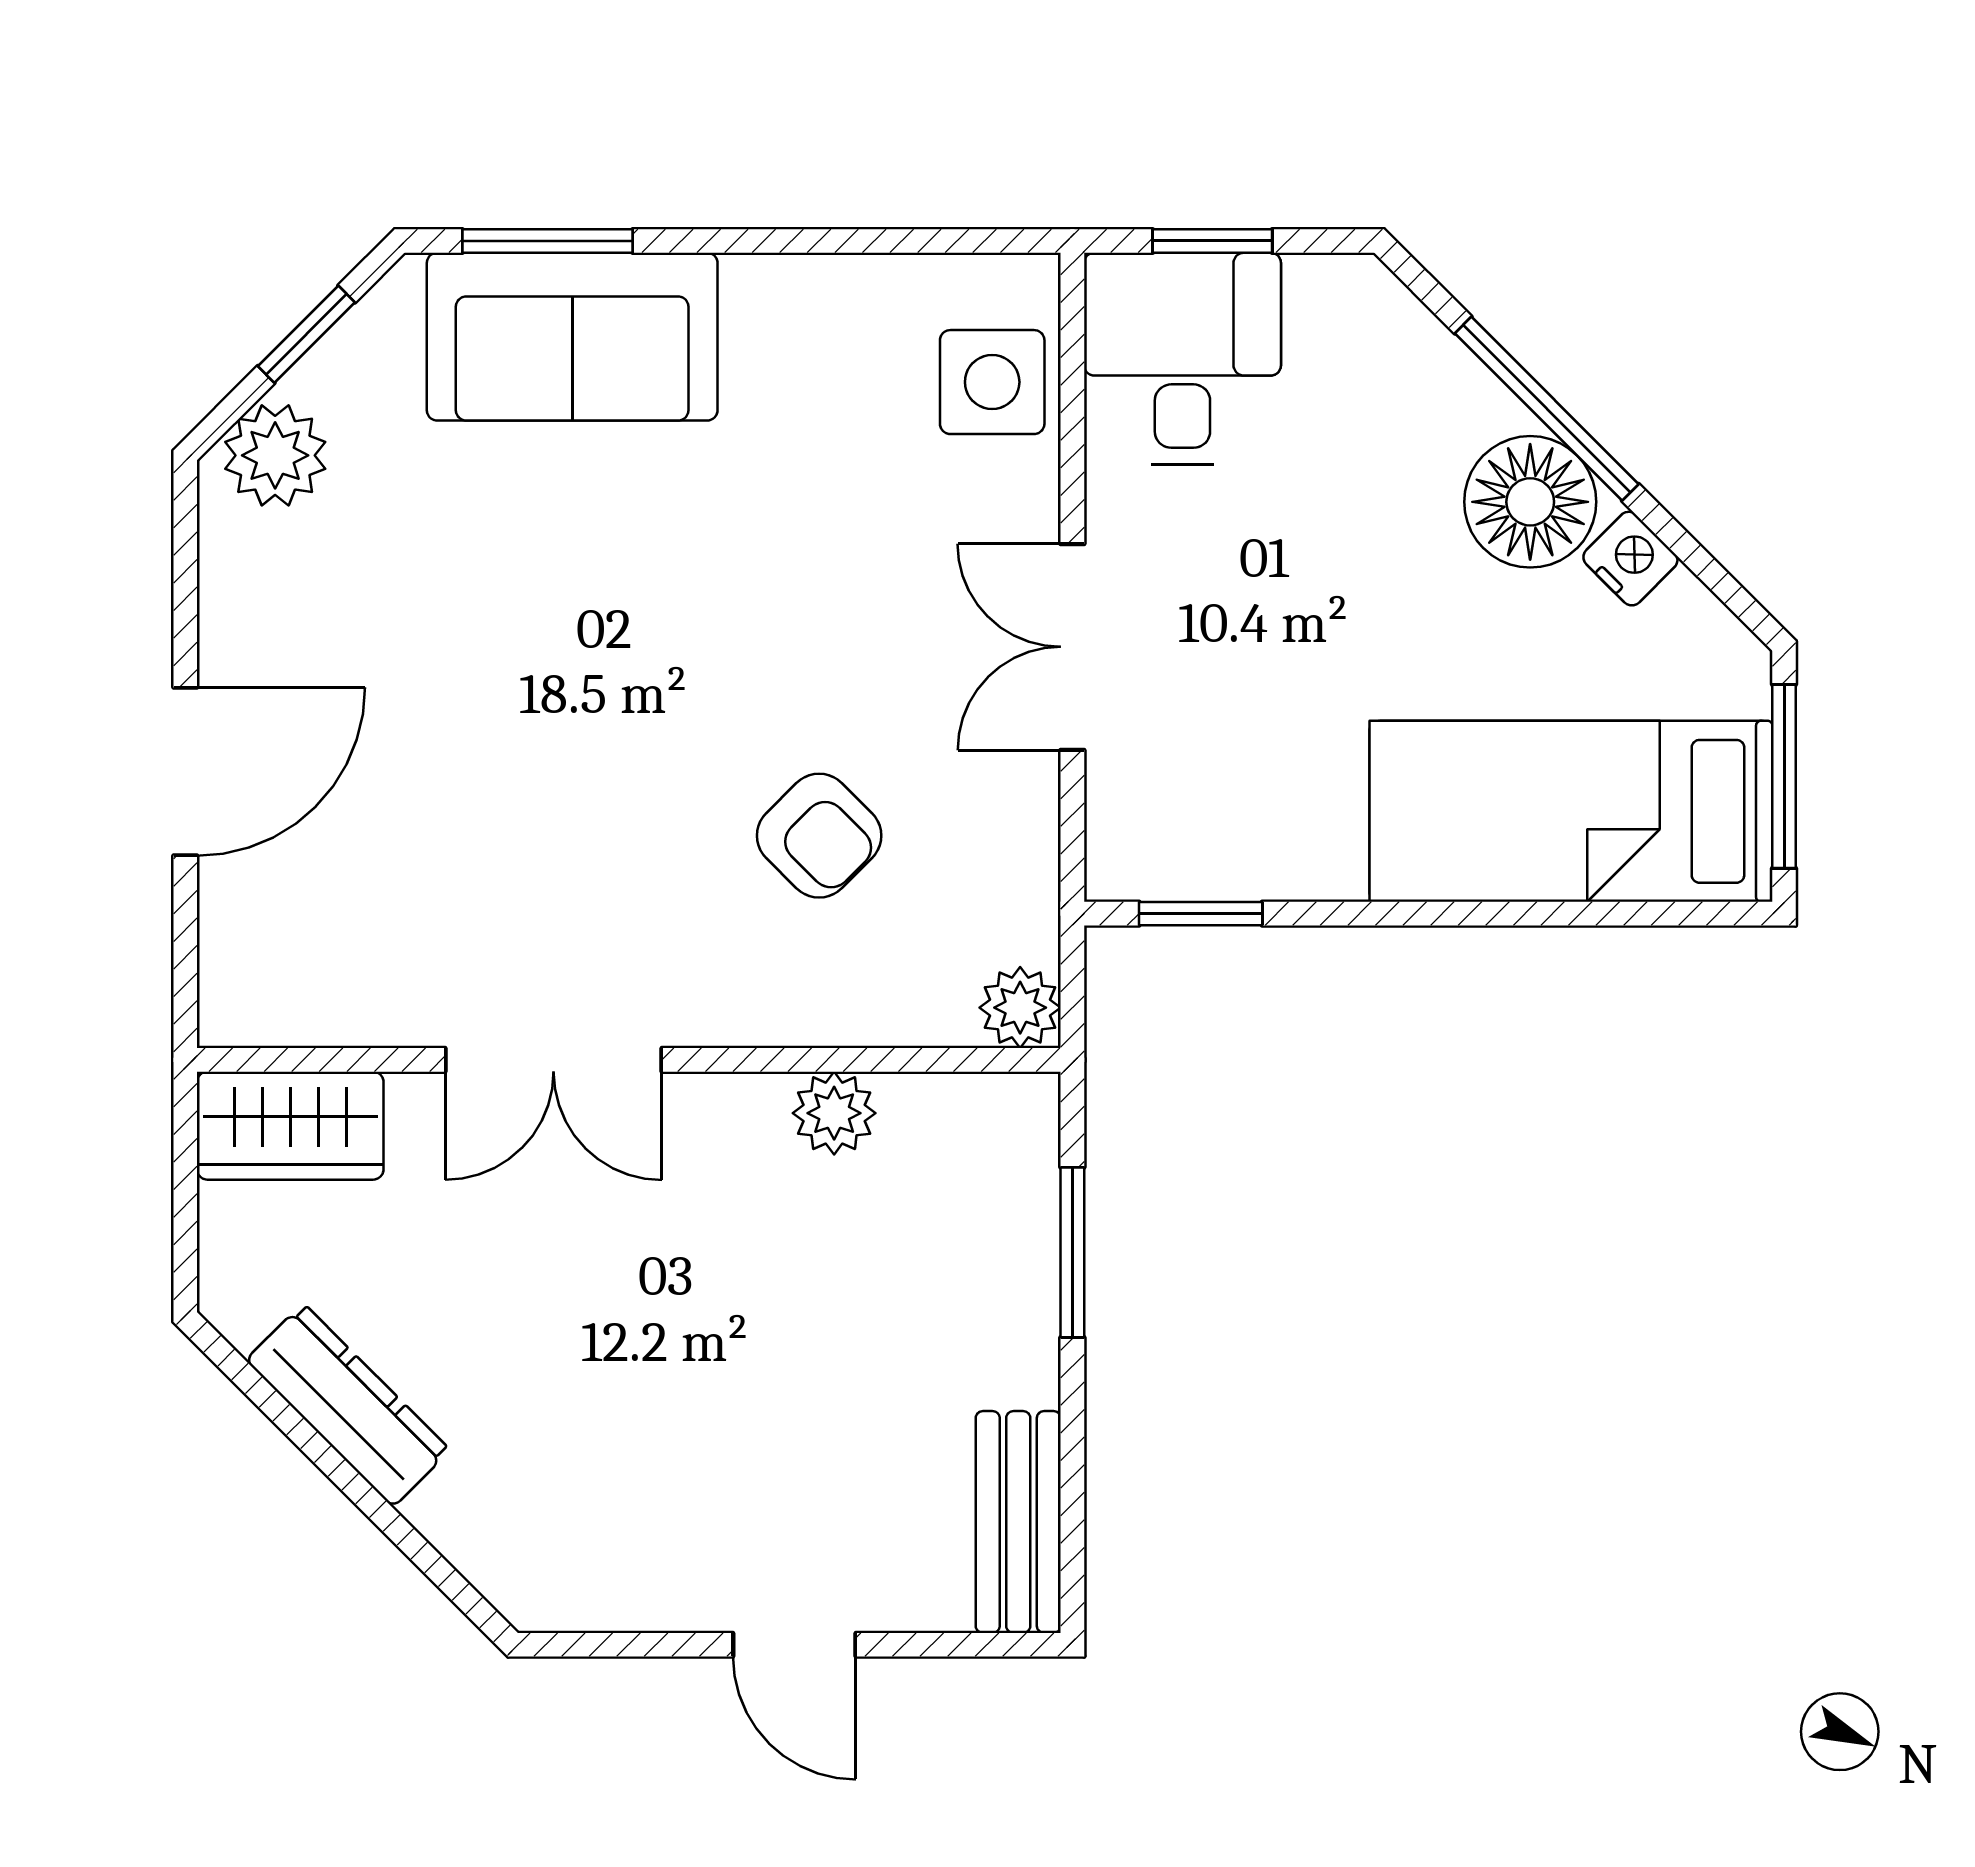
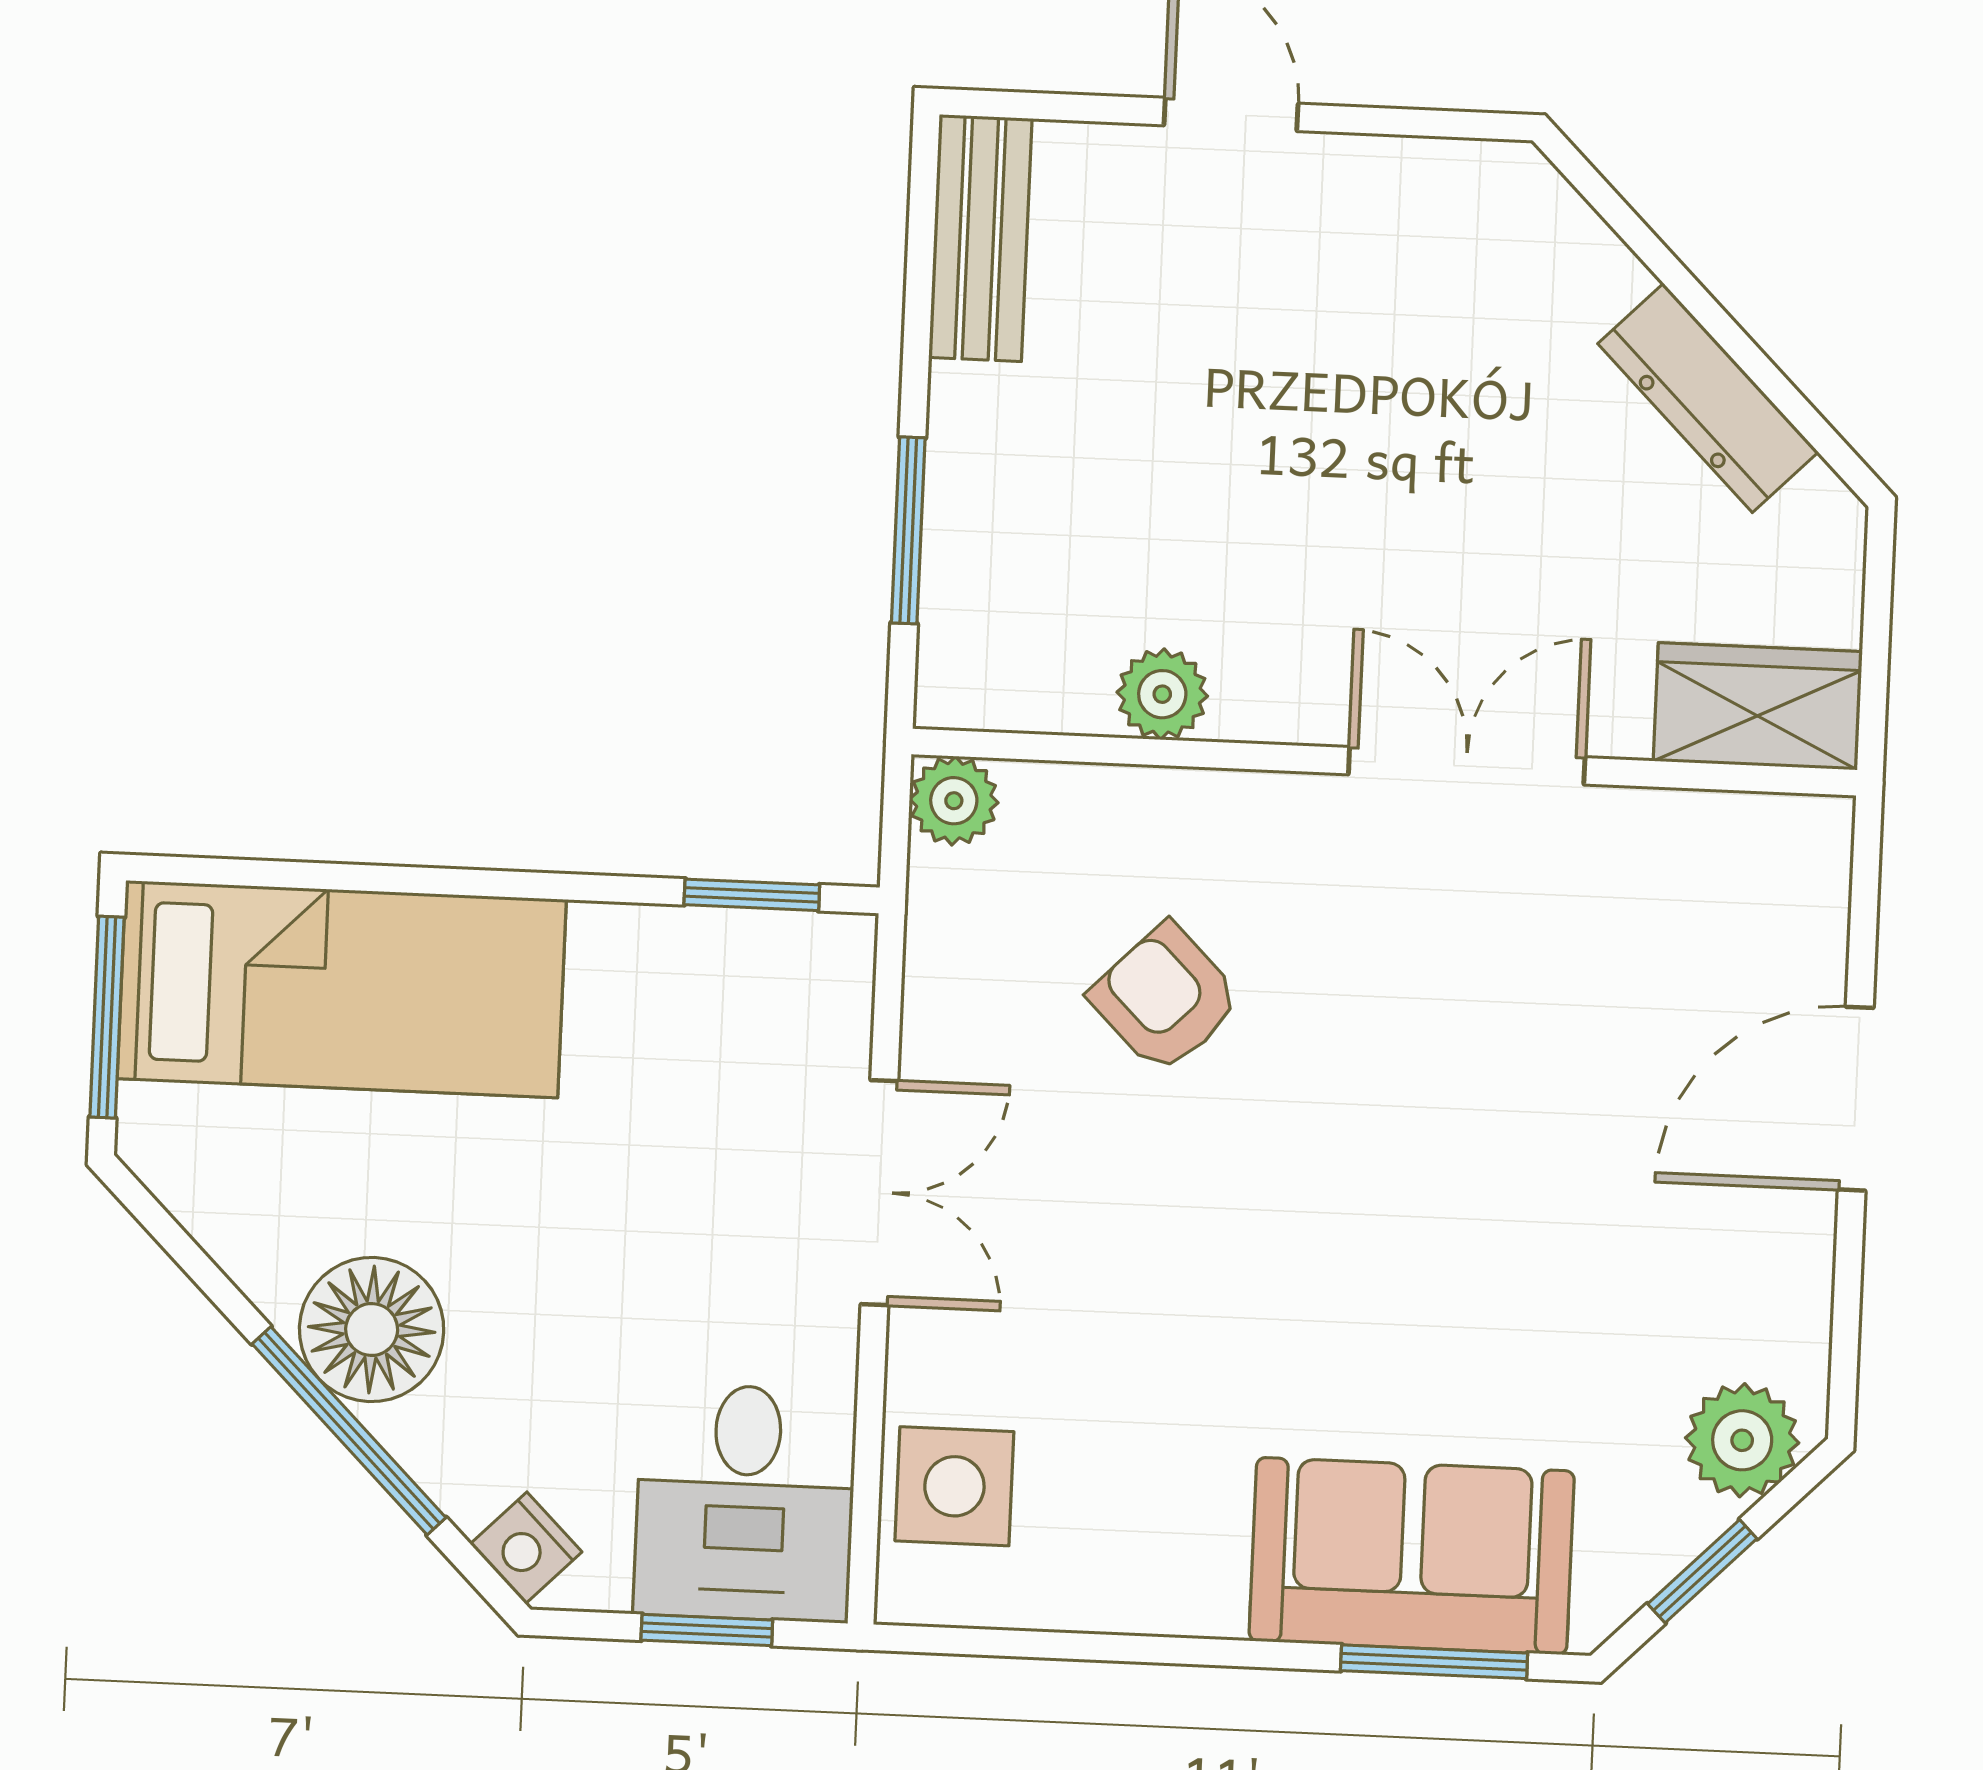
nightstand: (1630, 559) -> (526, 1548), moved

